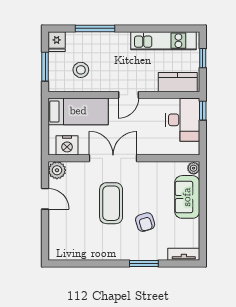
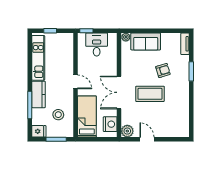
kitchen counter: (178, 82) -> (39, 94), moved, turned 180
desk: (183, 120) -> (97, 45), width x0.73
door: (45, 199) -> (147, 139), hinge flipped

